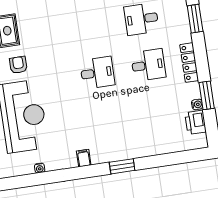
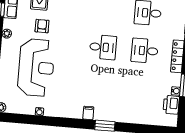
desk: (148, 65) -> (145, 51), turned 180
filing cabinet: (84, 158) -> (88, 113), moved

